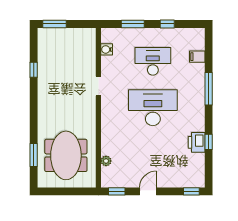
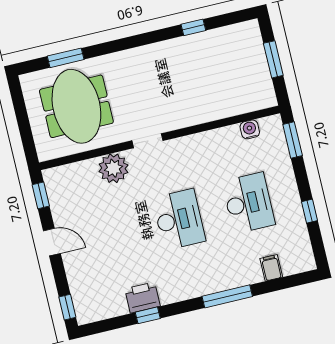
window: (55, 24) -> (273, 59), moved
window: (133, 24) -> (293, 140), moved
doorway: (98, 86) -> (147, 141), moved
desk: (153, 108) -> (179, 220), width x0.73, depth x0.77
meeting table: (66, 155) -> (76, 106), turned 90
plant: (106, 161) -> (113, 168), moved, width x1.87, depth x1.87

